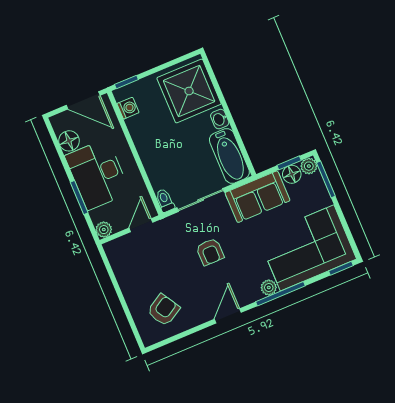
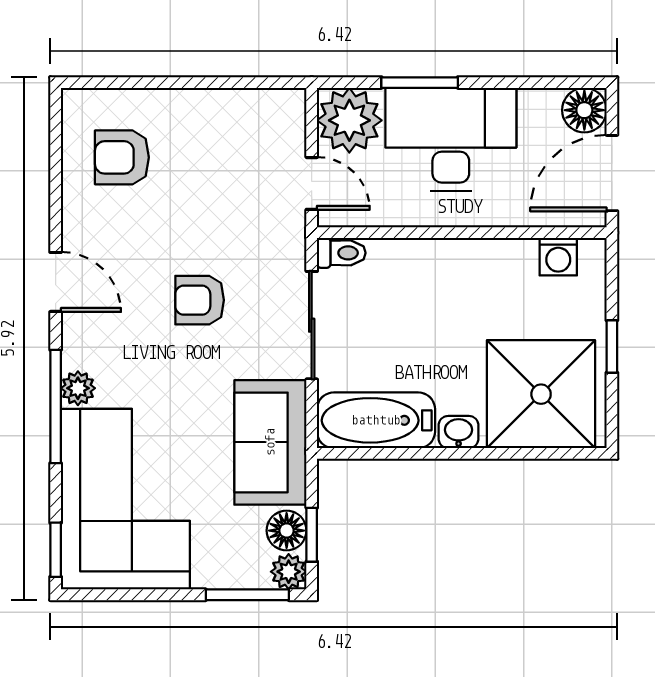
window: (126, 82) -> (612, 346), moved
floor lamp: (69, 141) -> (584, 110), moved
plant: (104, 230) -> (349, 120), width x1.87, depth x1.87
armchair: (163, 310) -> (122, 157), turned 121

